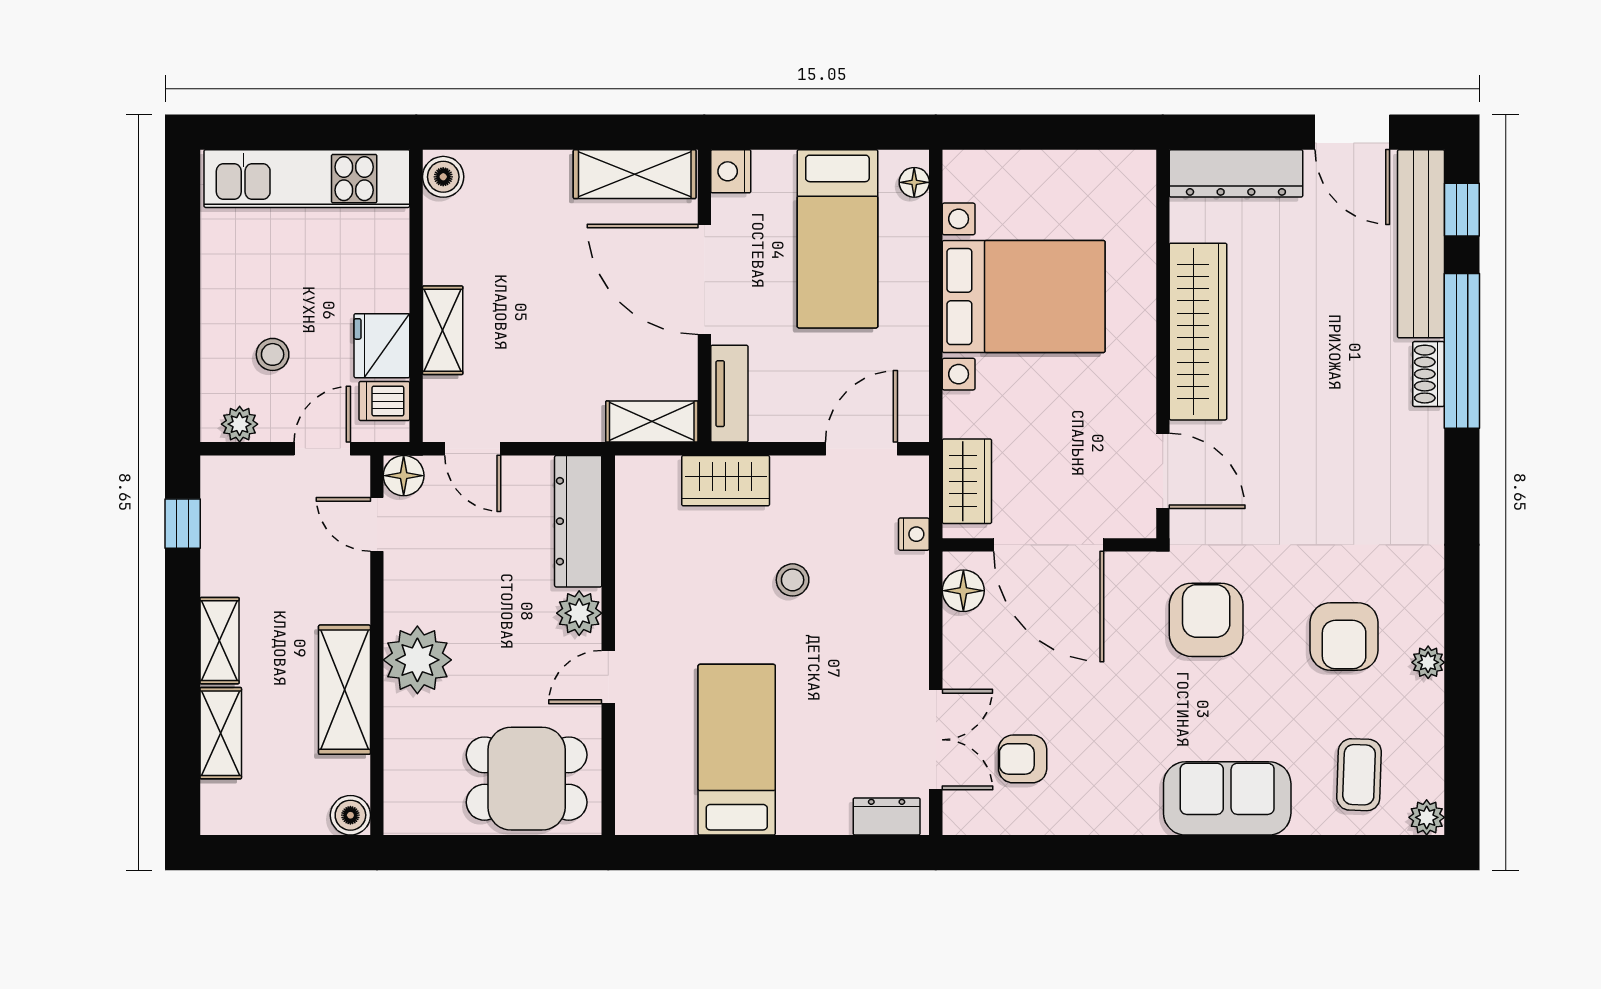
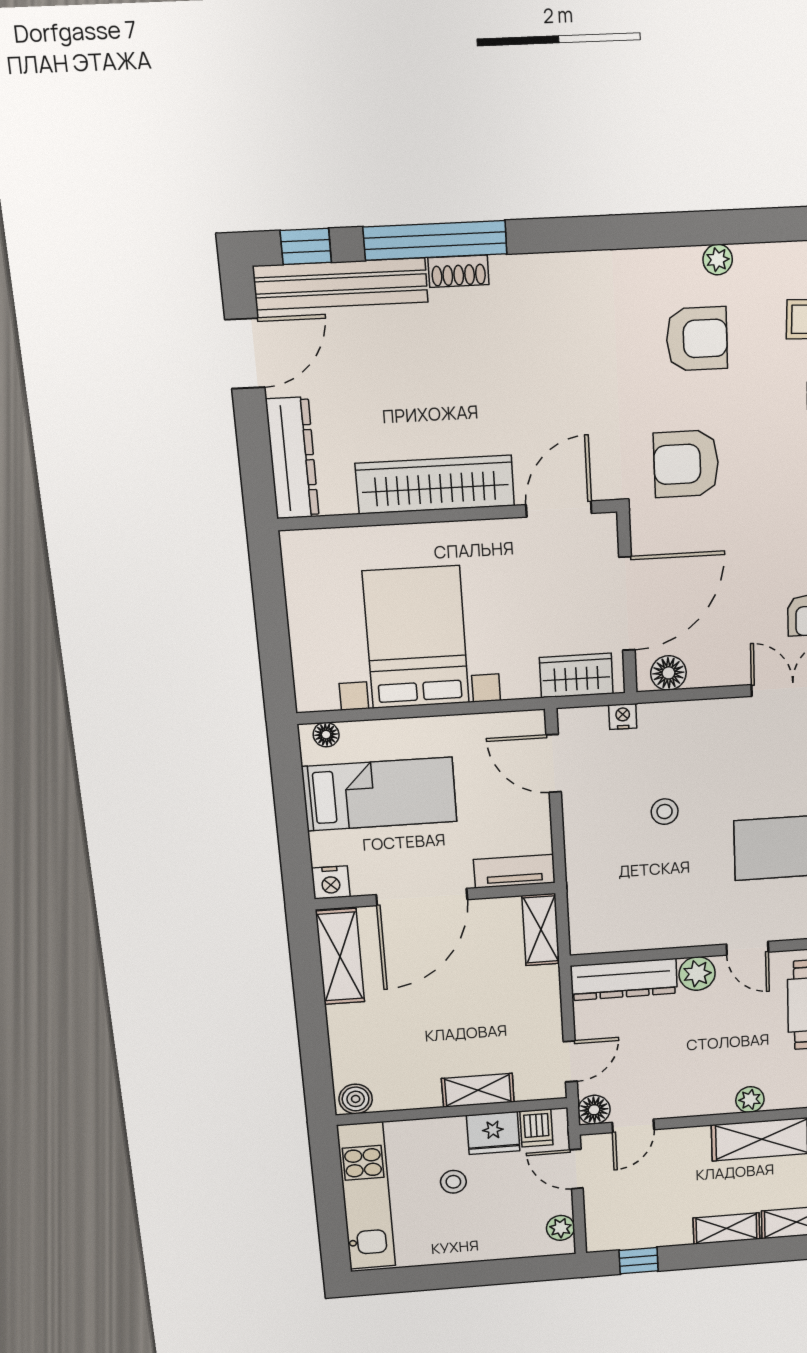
stool: (273, 354) -> (453, 1182), moved
wardrobe: (726, 481) -> (586, 869), removed
plant: (417, 660) -> (750, 1100), width x0.53, depth x0.53

